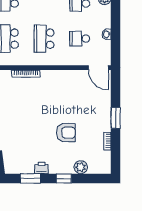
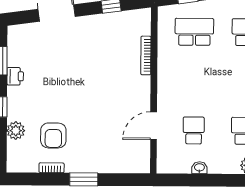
school desk: (44, 39) -> (194, 81), removed
door: (98, 68) -> (154, 126), moved
armchair: (66, 133) -> (53, 135), moved

